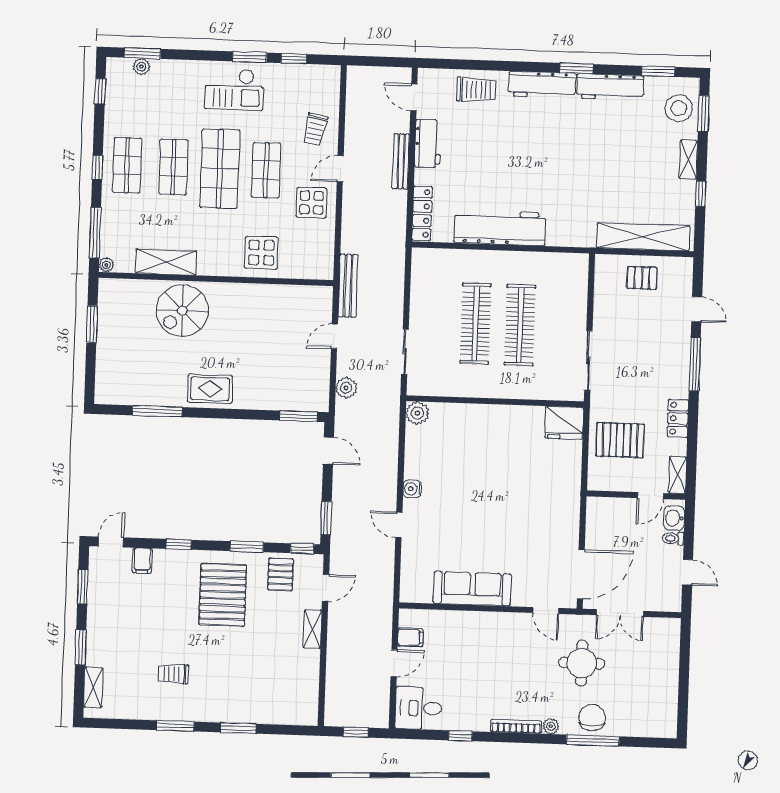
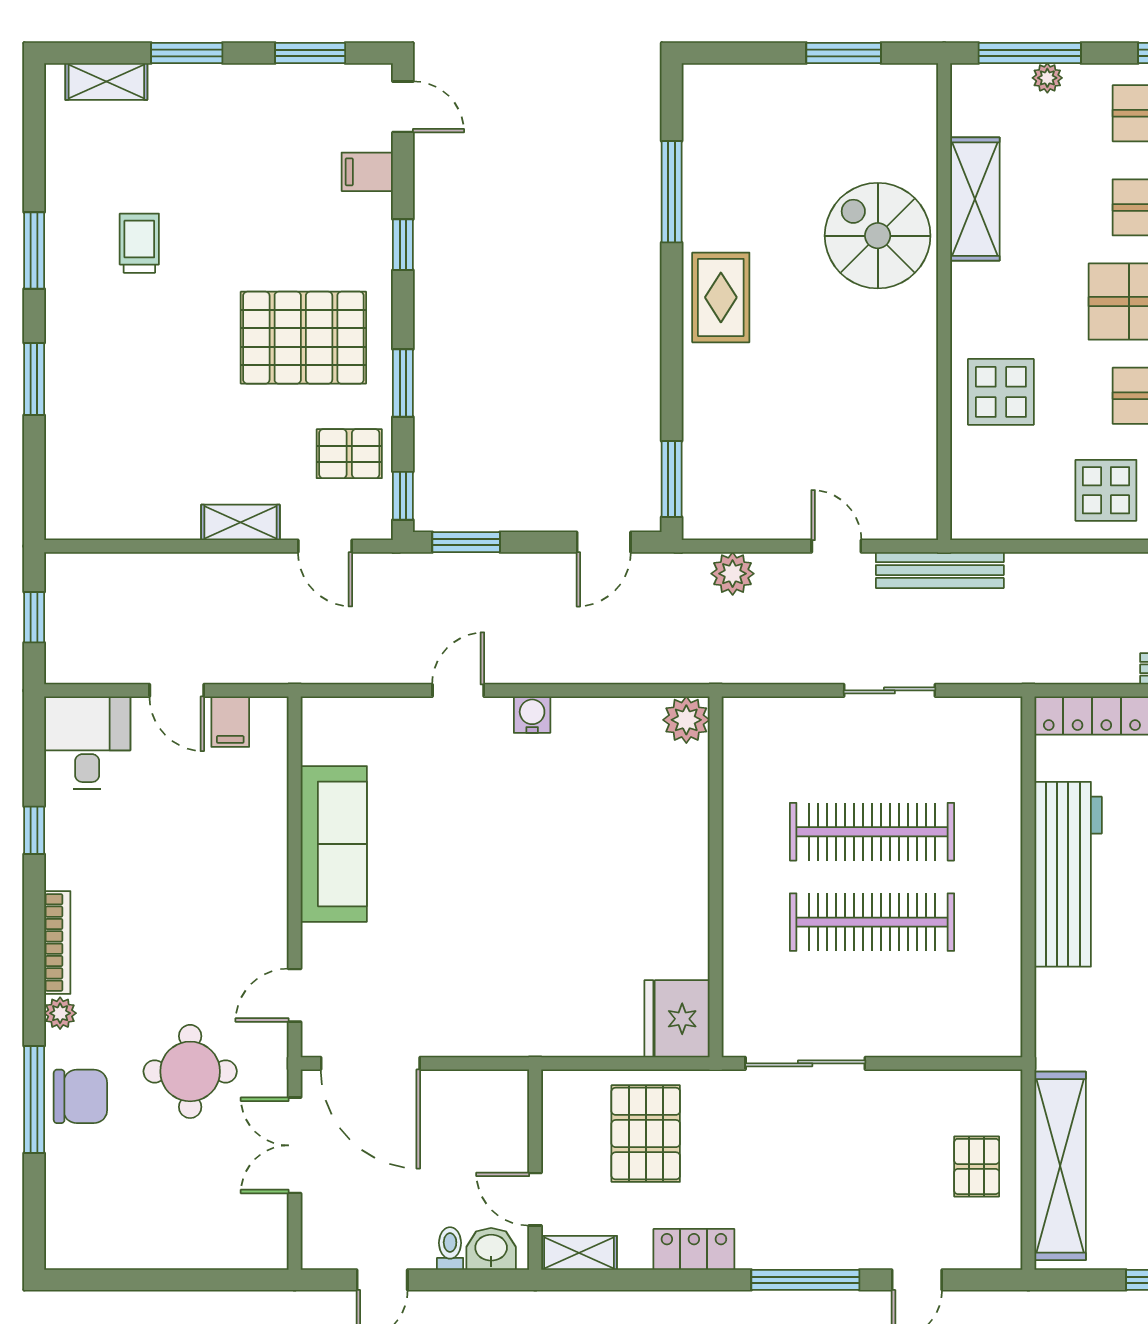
plant: (106, 265) -> (1047, 78), moved
sliding door: (405, 351) -> (889, 690), moved

